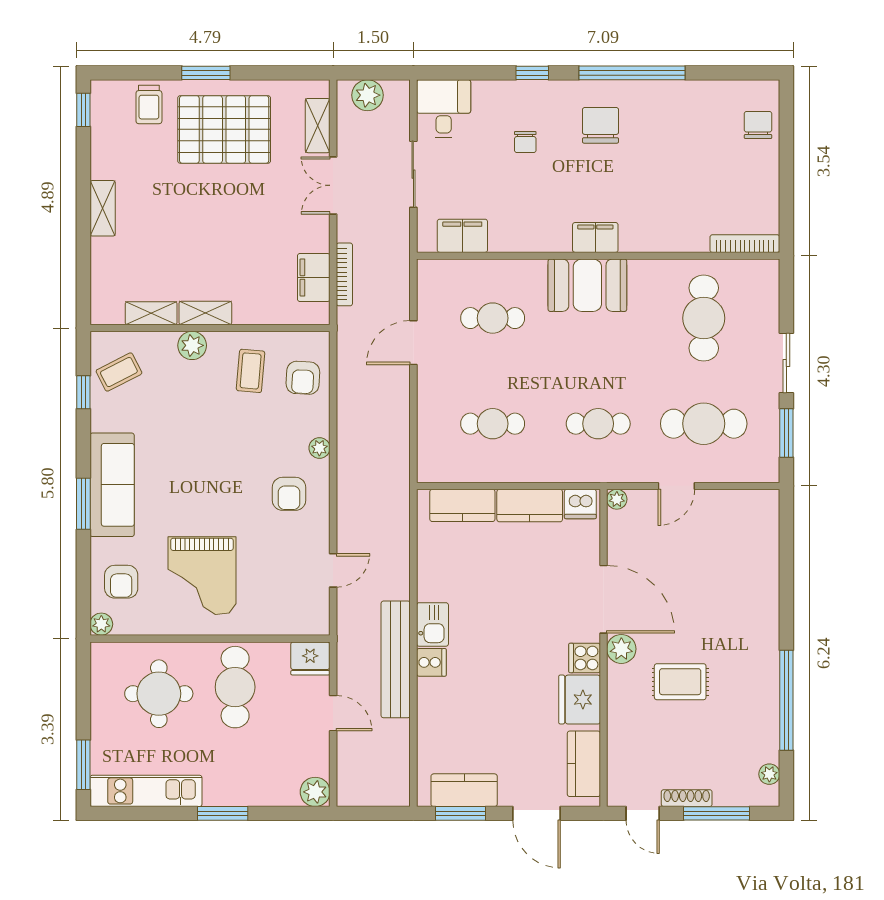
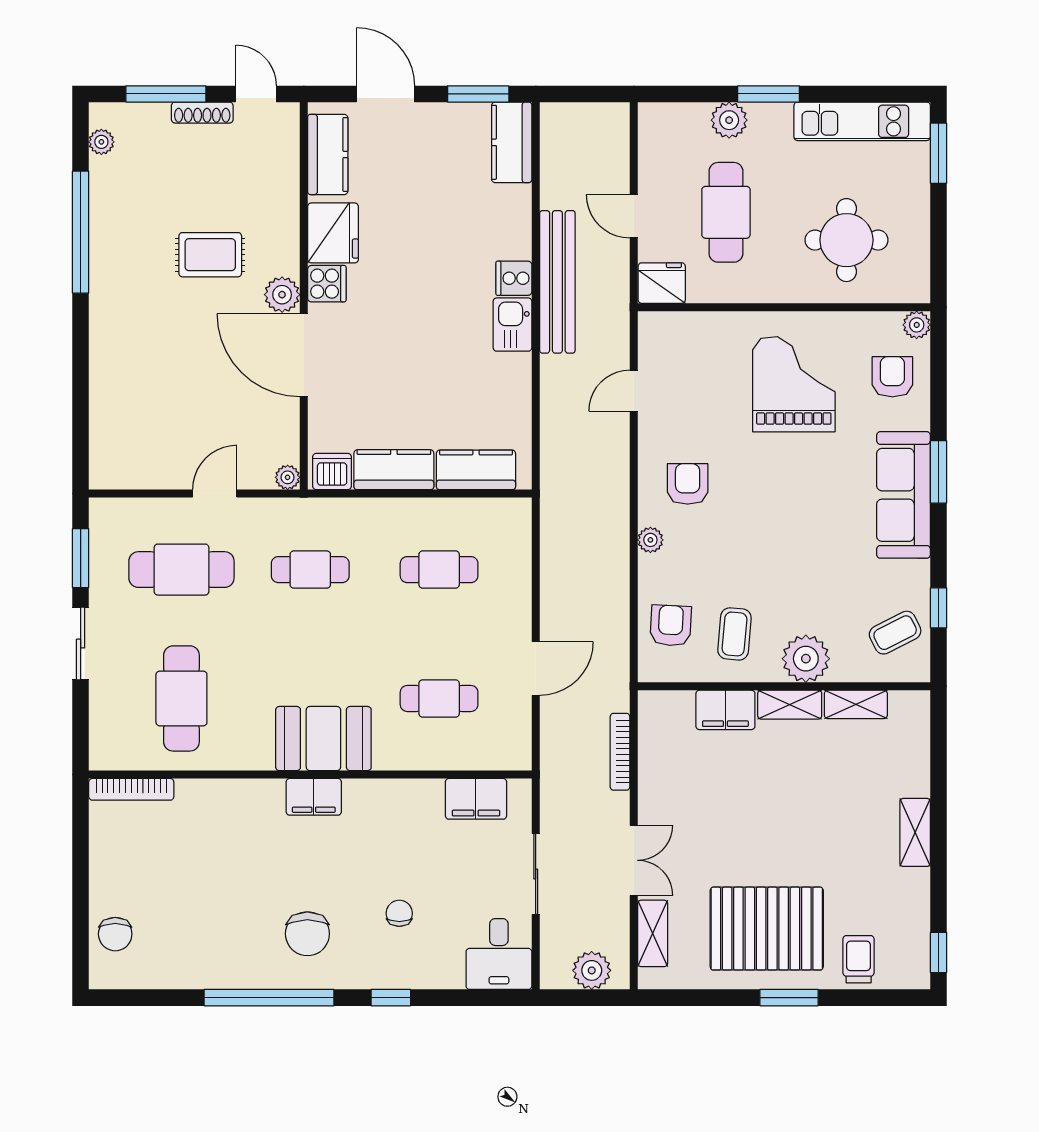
filing cabinet: (314, 277) -> (725, 710), moved, turned 90
plant: (192, 345) -> (806, 659), width x1.36, depth x1.36
cafe table: (235, 687) -> (726, 212), moved
kitchen counter: (464, 790) -> (512, 142), moved, turned 90
plant: (315, 792) -> (729, 120), moved

